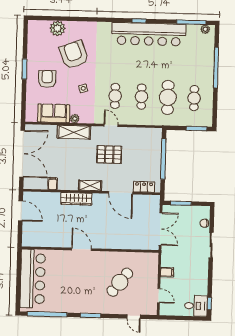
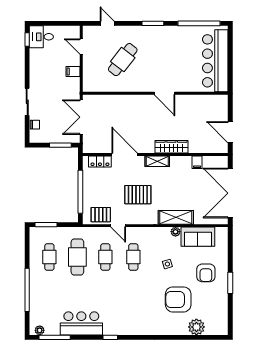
bar counter: (149, 34) -> (81, 323), width x0.54
armchair: (74, 55) -> (178, 299), turned 111
door: (111, 125) -> (118, 226), moved
pallet: (145, 137) -> (101, 215), added

